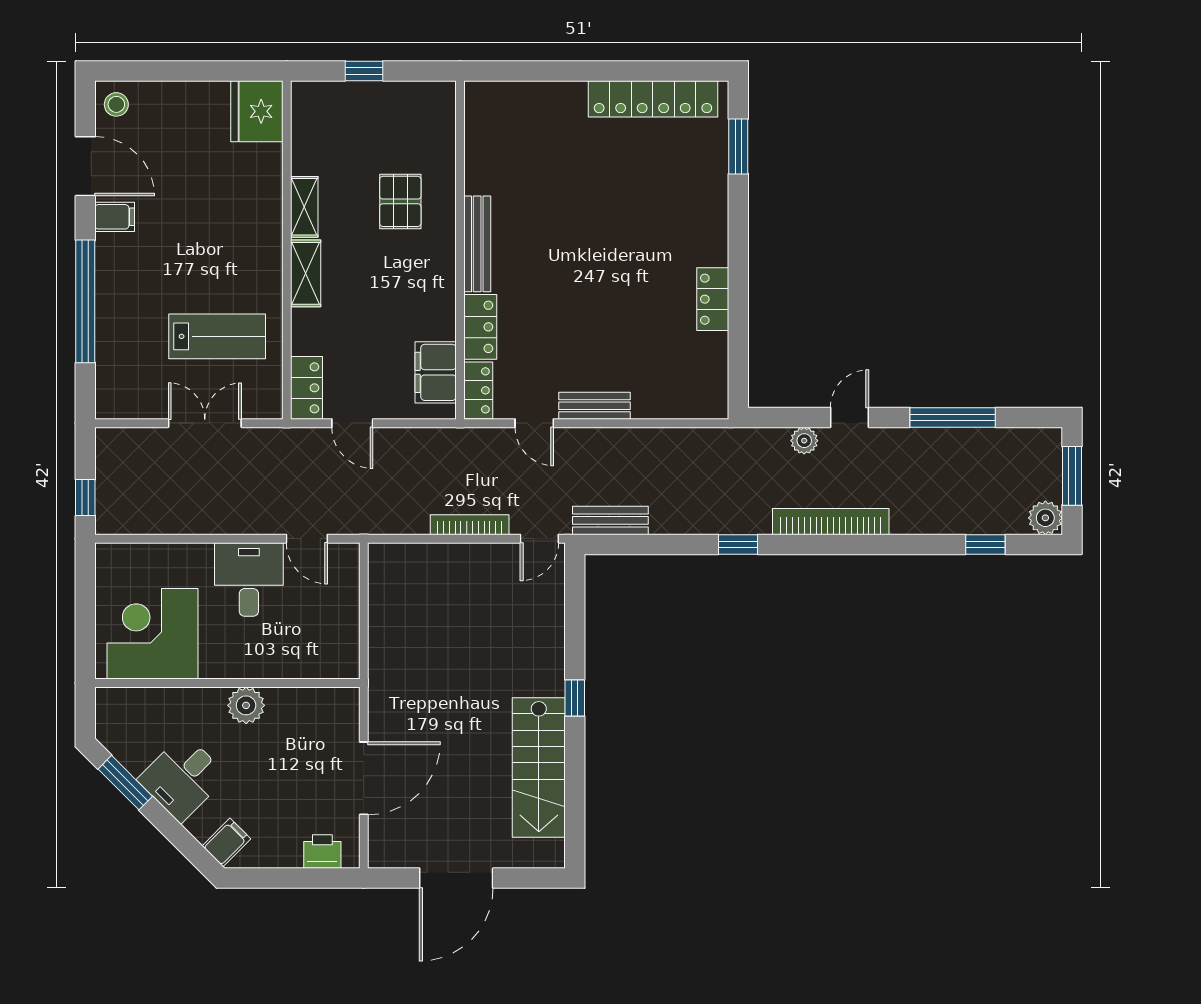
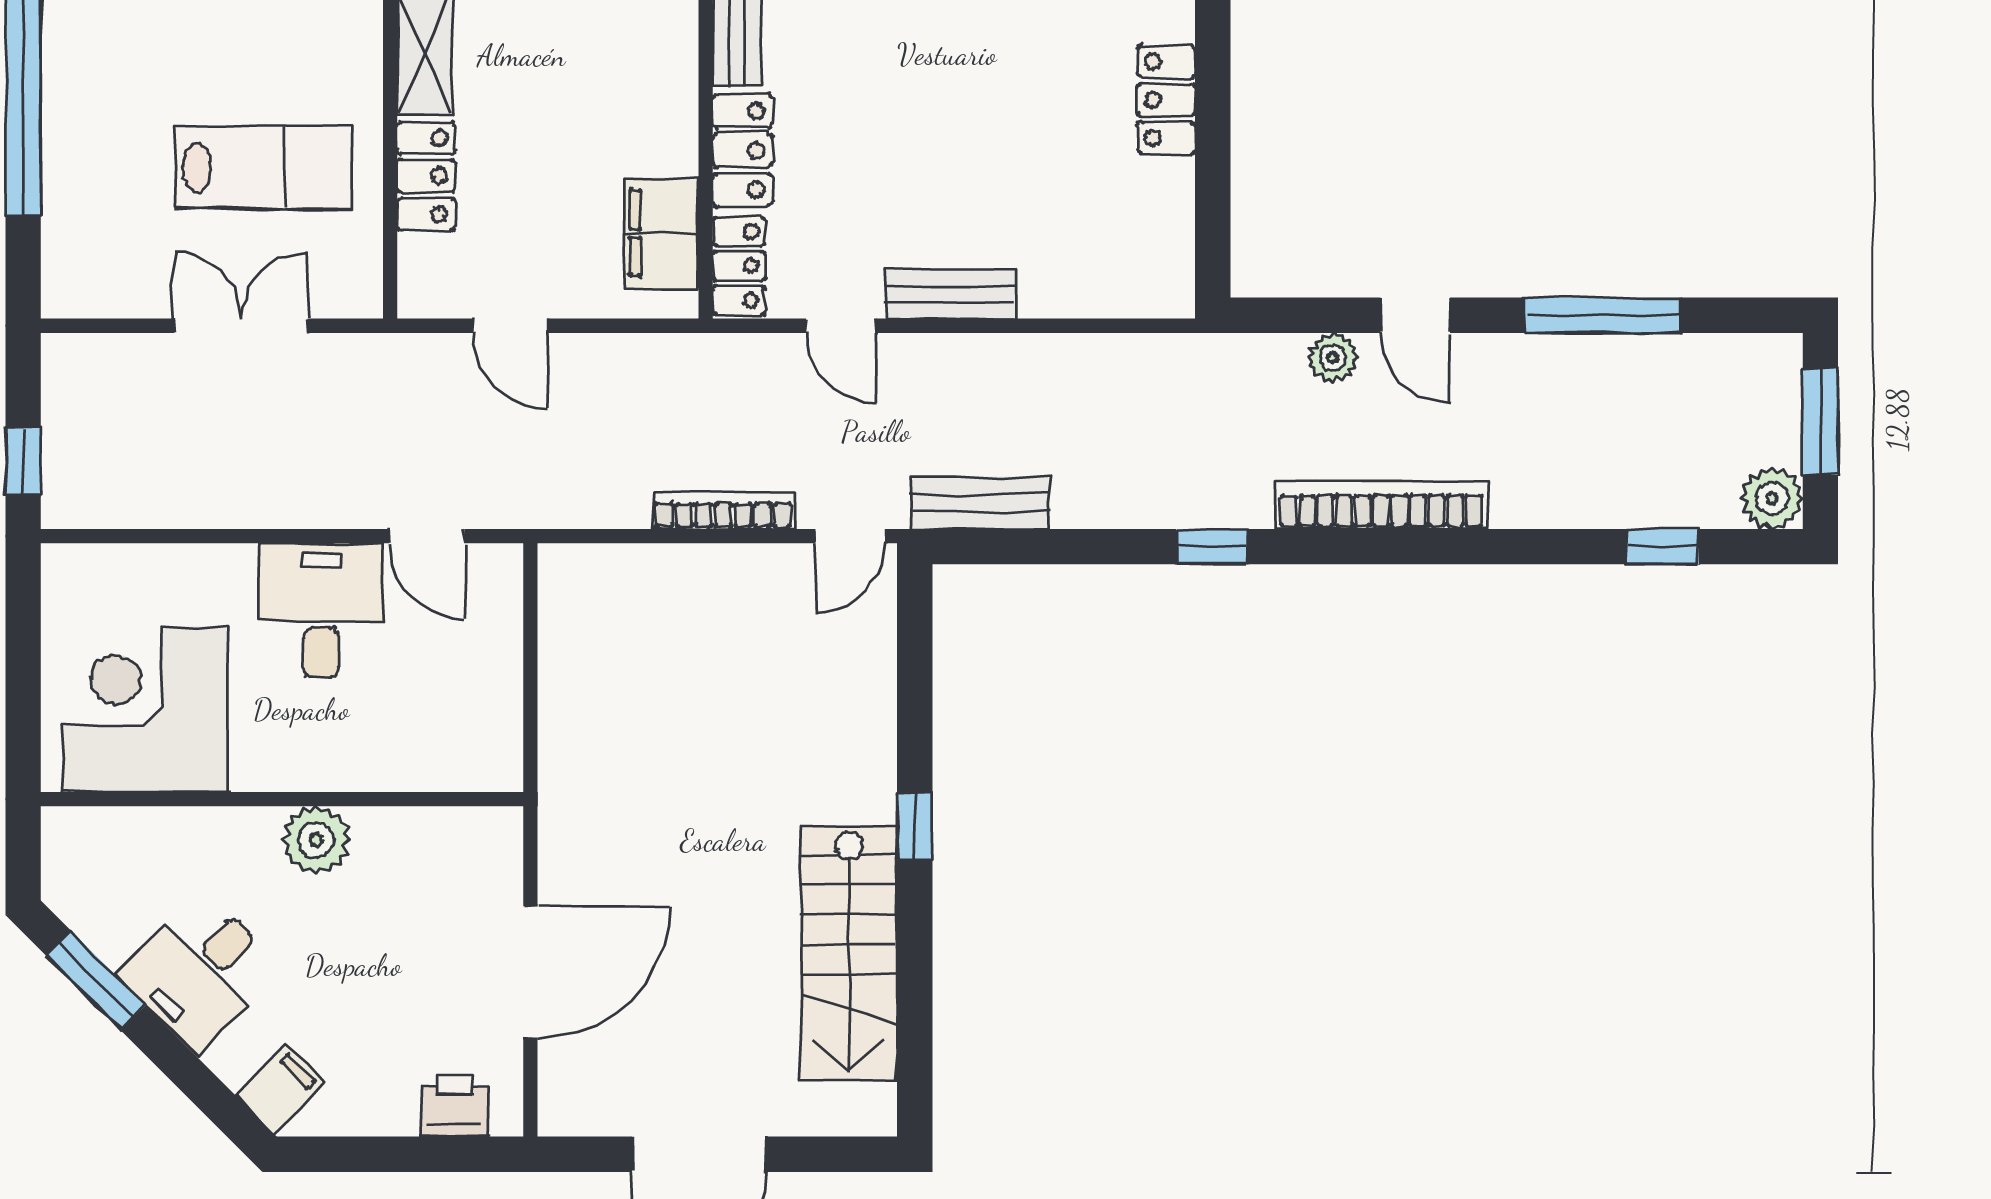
locker: (306, 388) -> (426, 176), moved
door: (850, 417) -> (1415, 315), swing flipped

